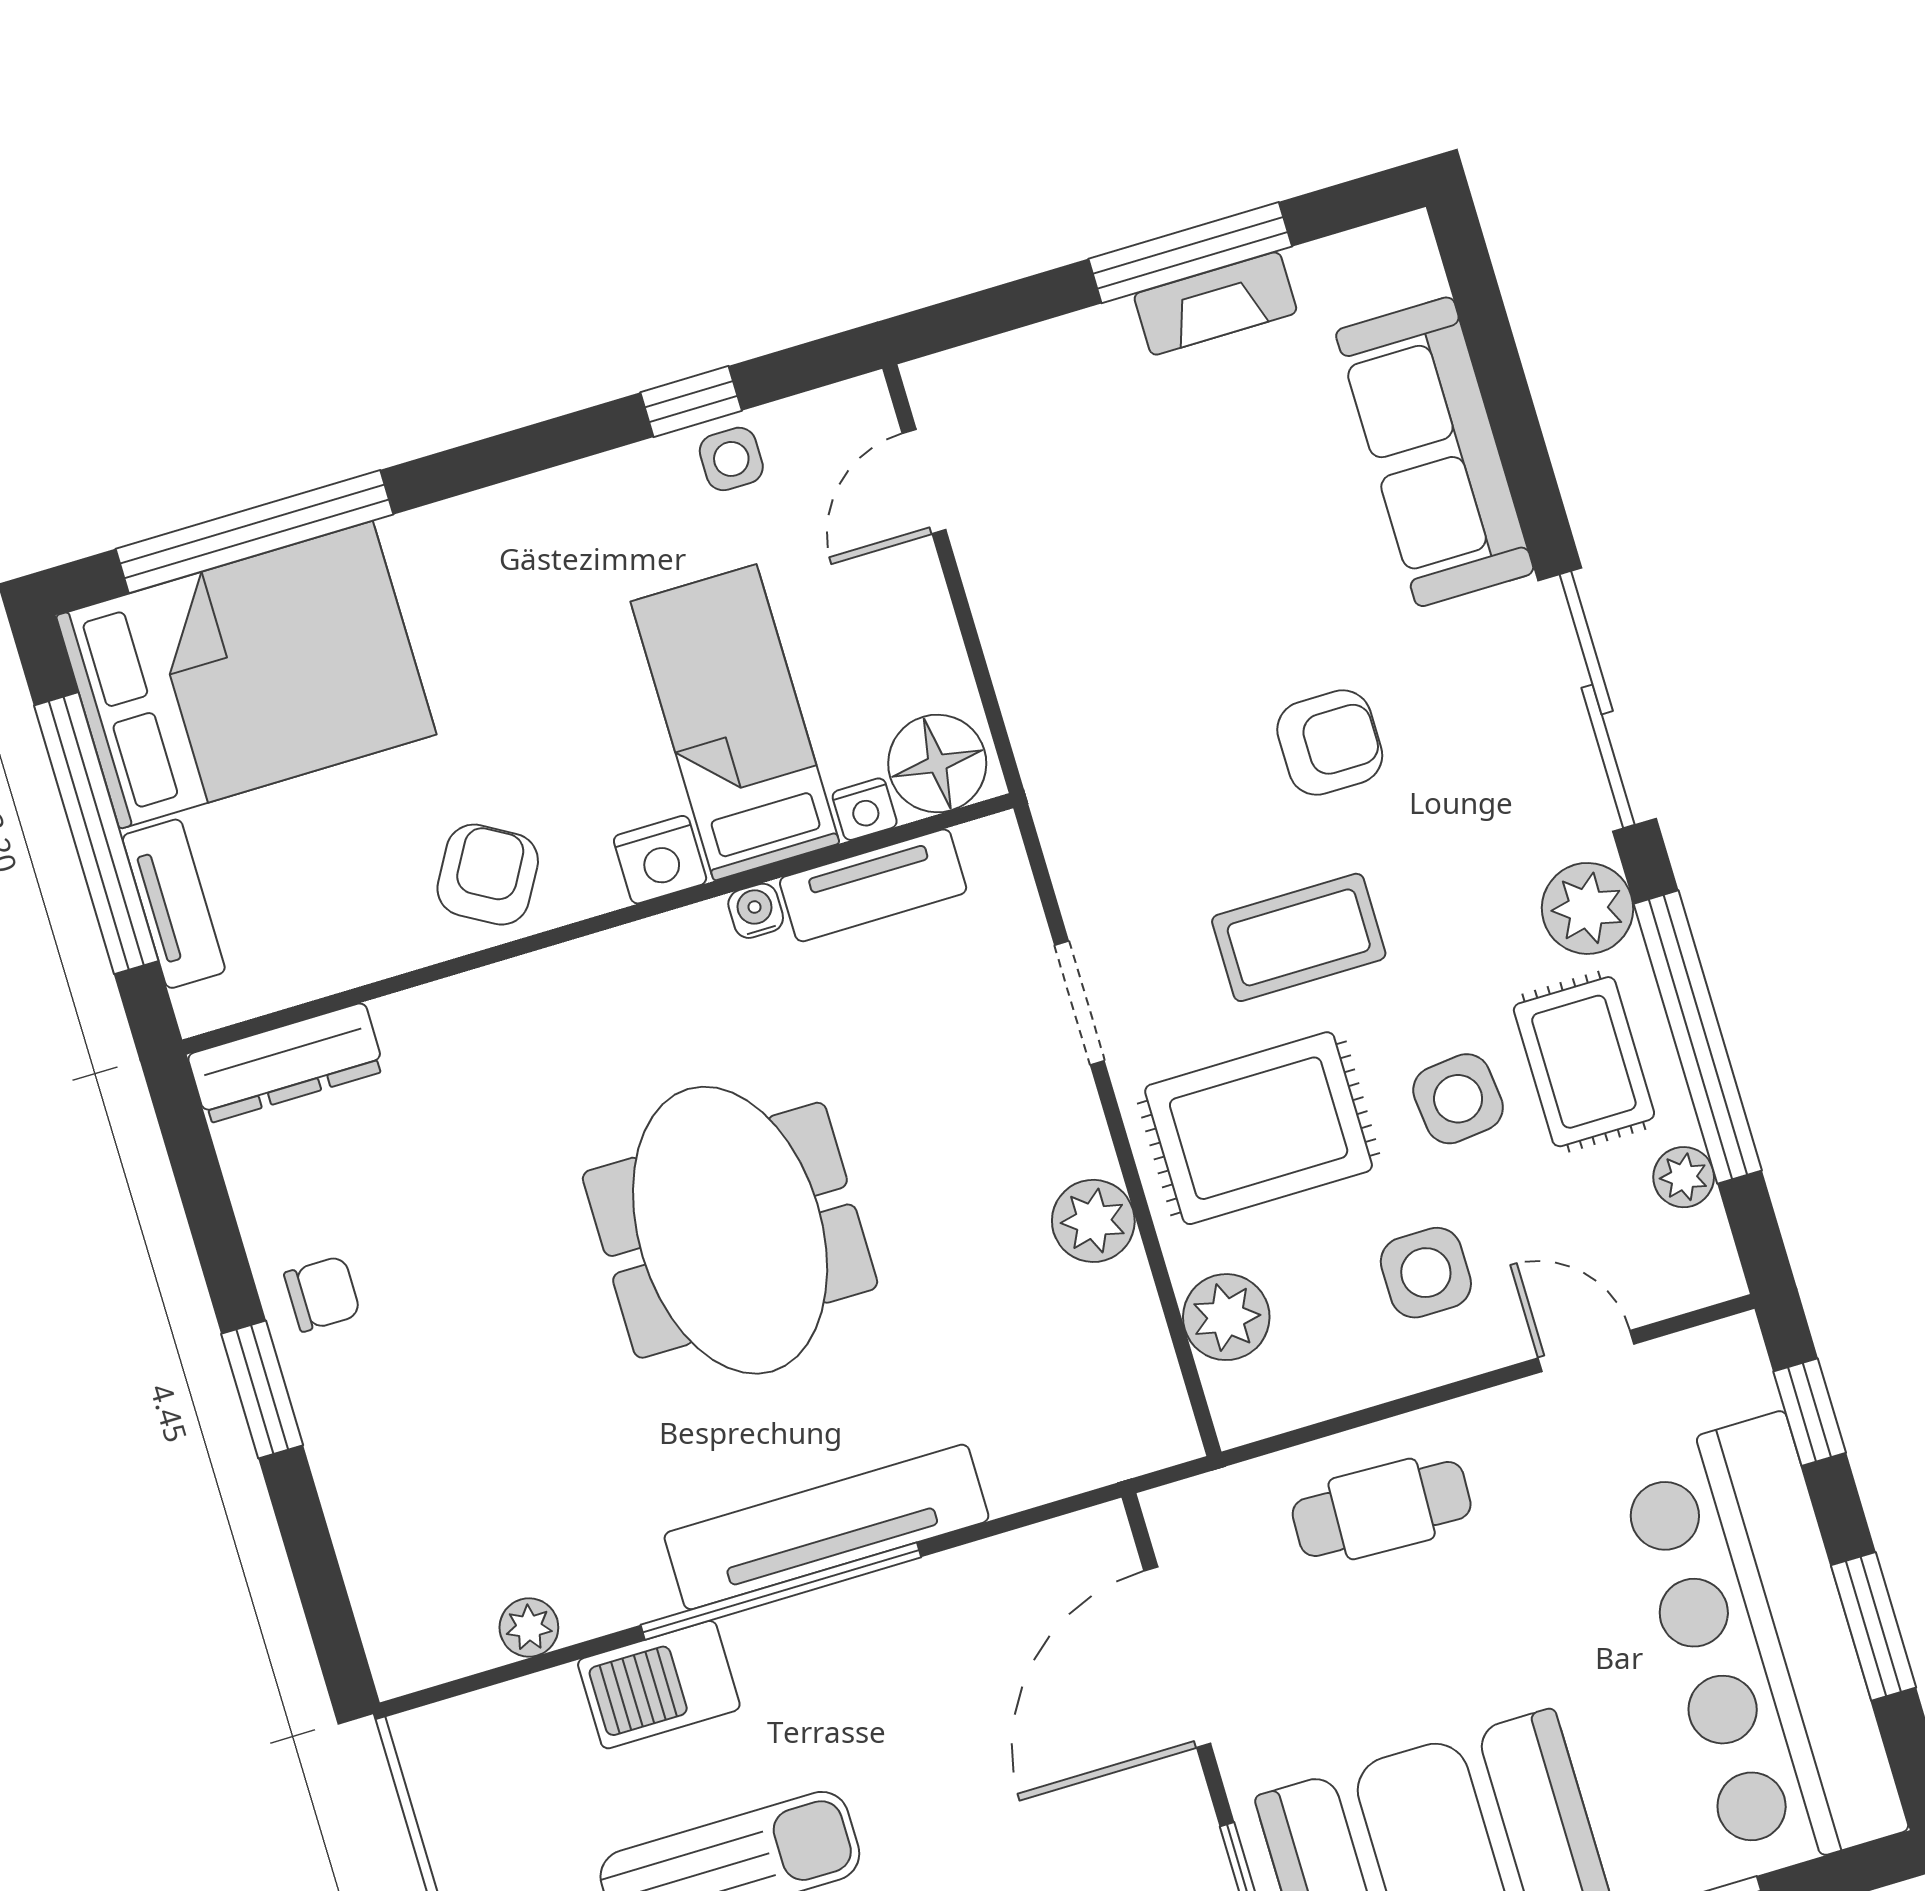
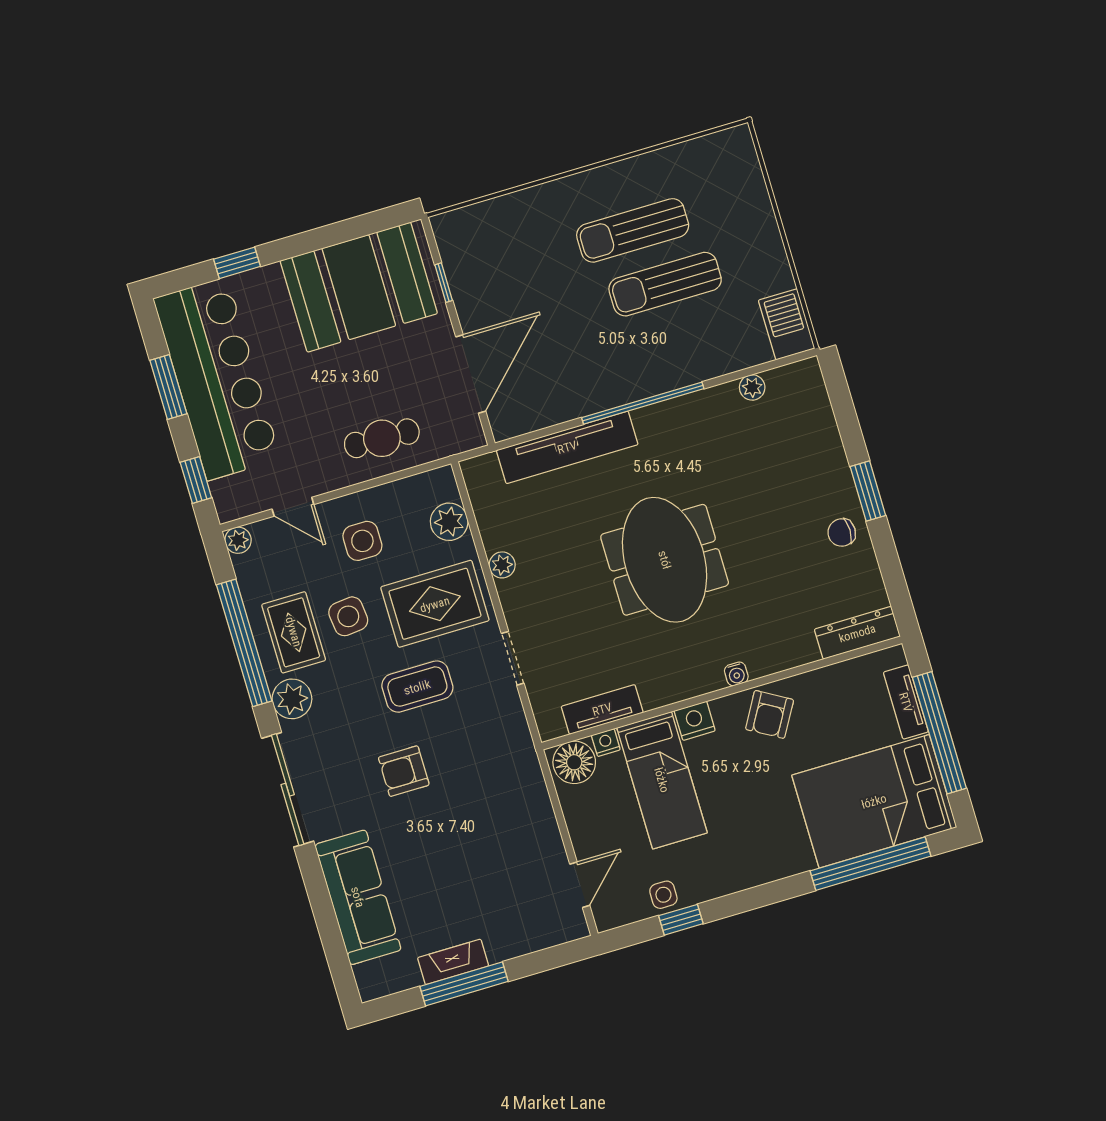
water cooler: (756, 911) -> (736, 674), moved
plant: (1684, 1177) -> (238, 540), moved
plant: (1093, 1221) -> (502, 565), width x0.73, depth x0.73
tv unit: (826, 1527) -> (567, 447), moved
barbecue: (659, 1685) -> (787, 324), moved, turned -90

